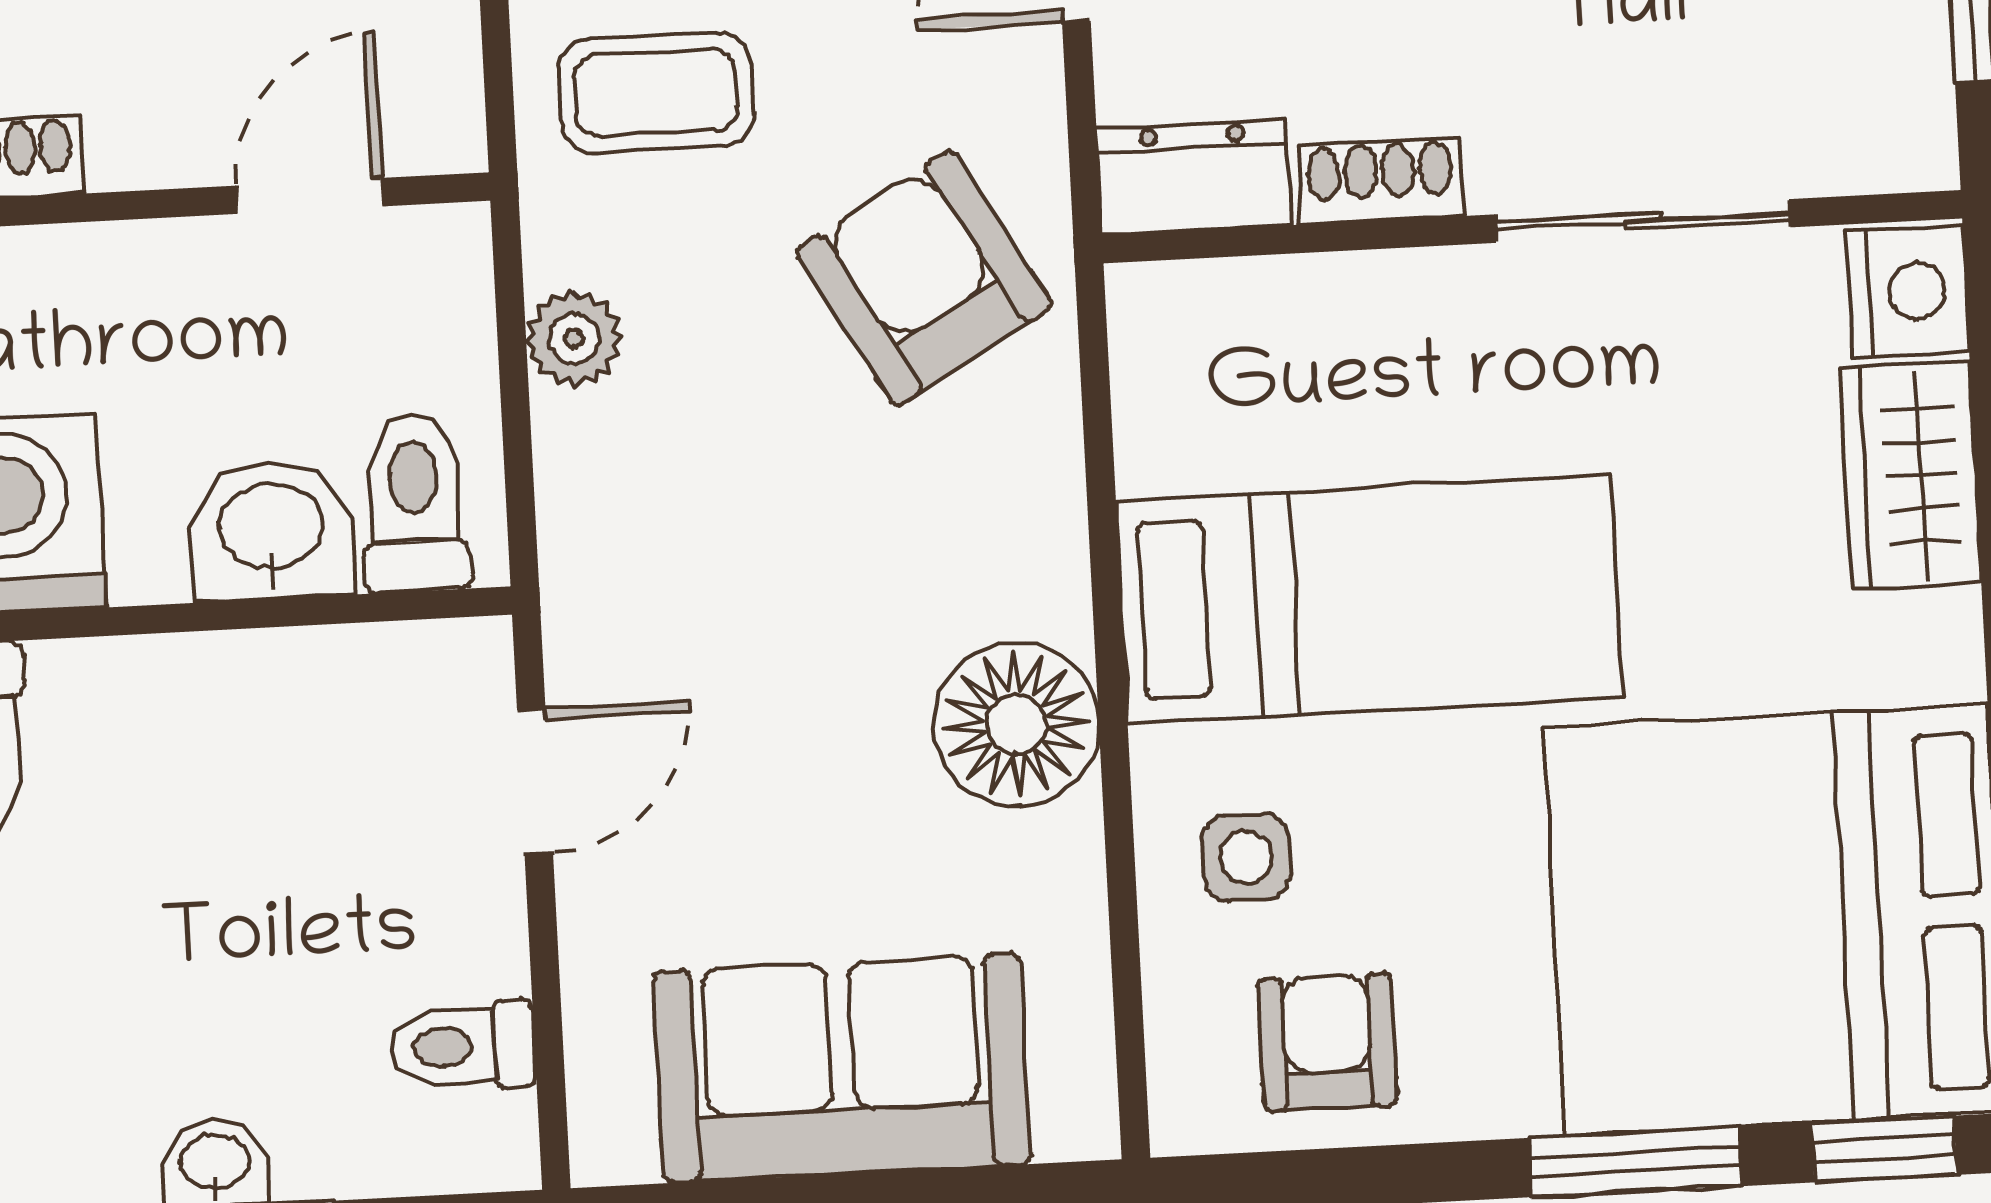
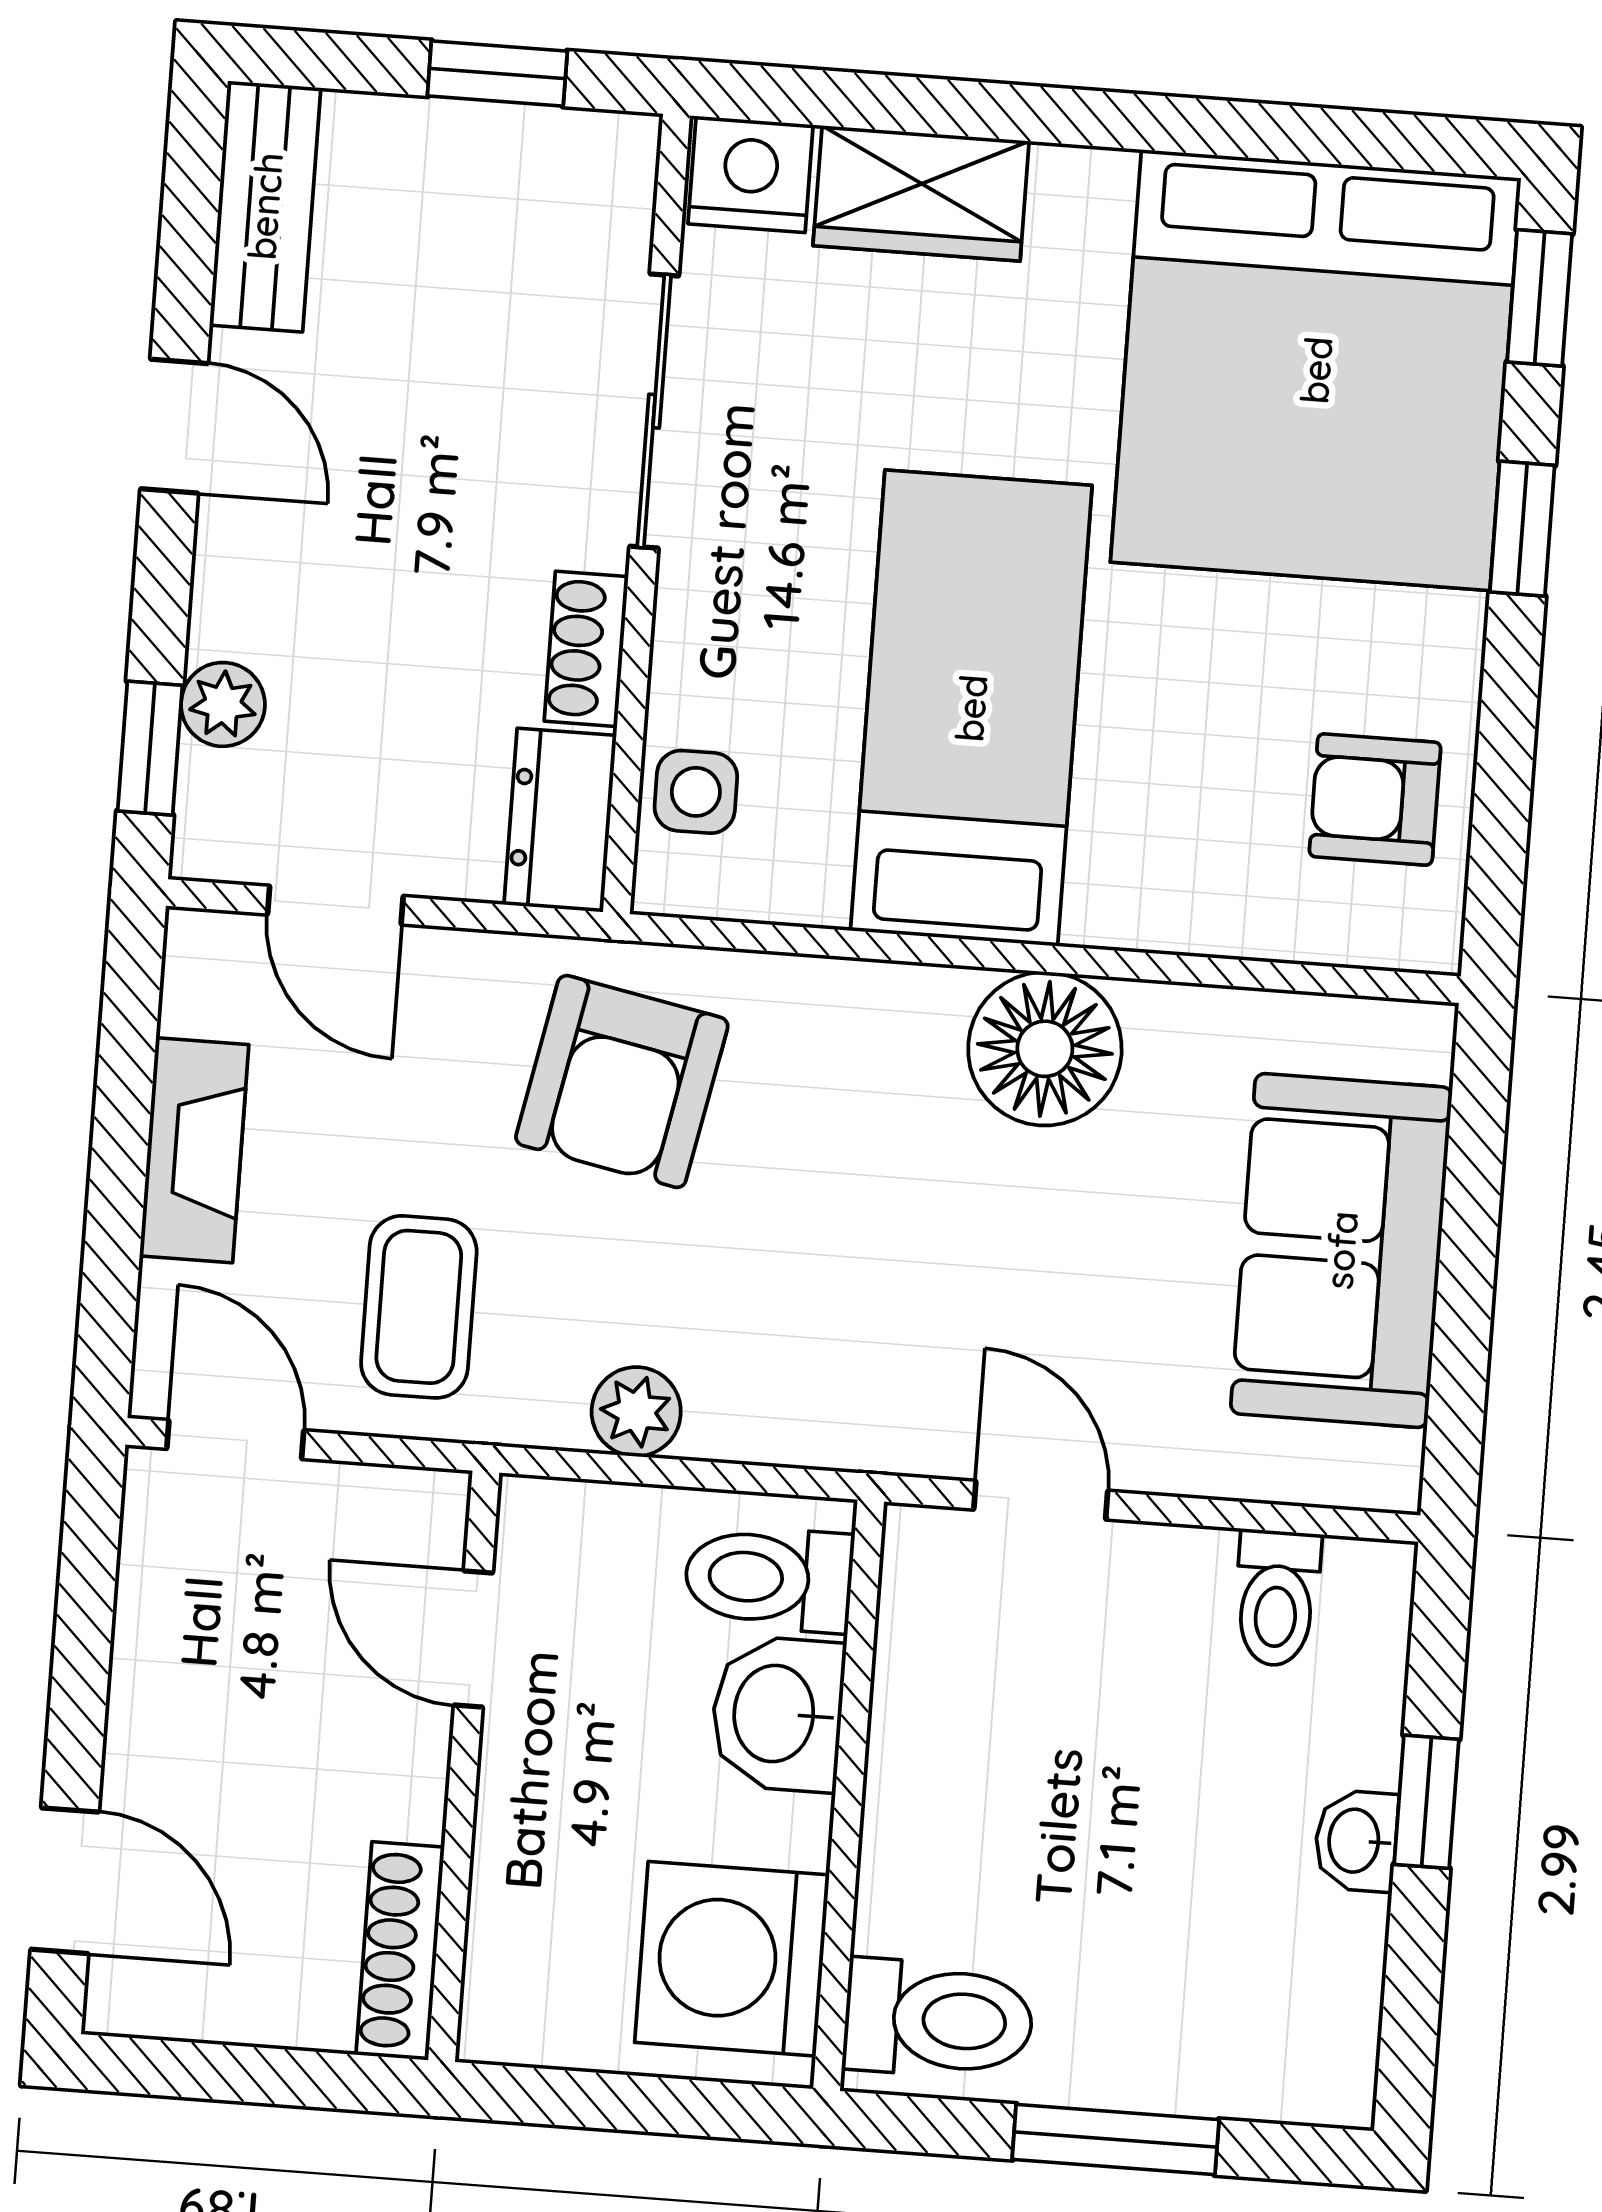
armchair: (924, 278) -> (622, 1081), turned -49
side table: (1246, 857) -> (696, 792), moved
window: (1636, 1162) -> (1522, 529), width x0.67

